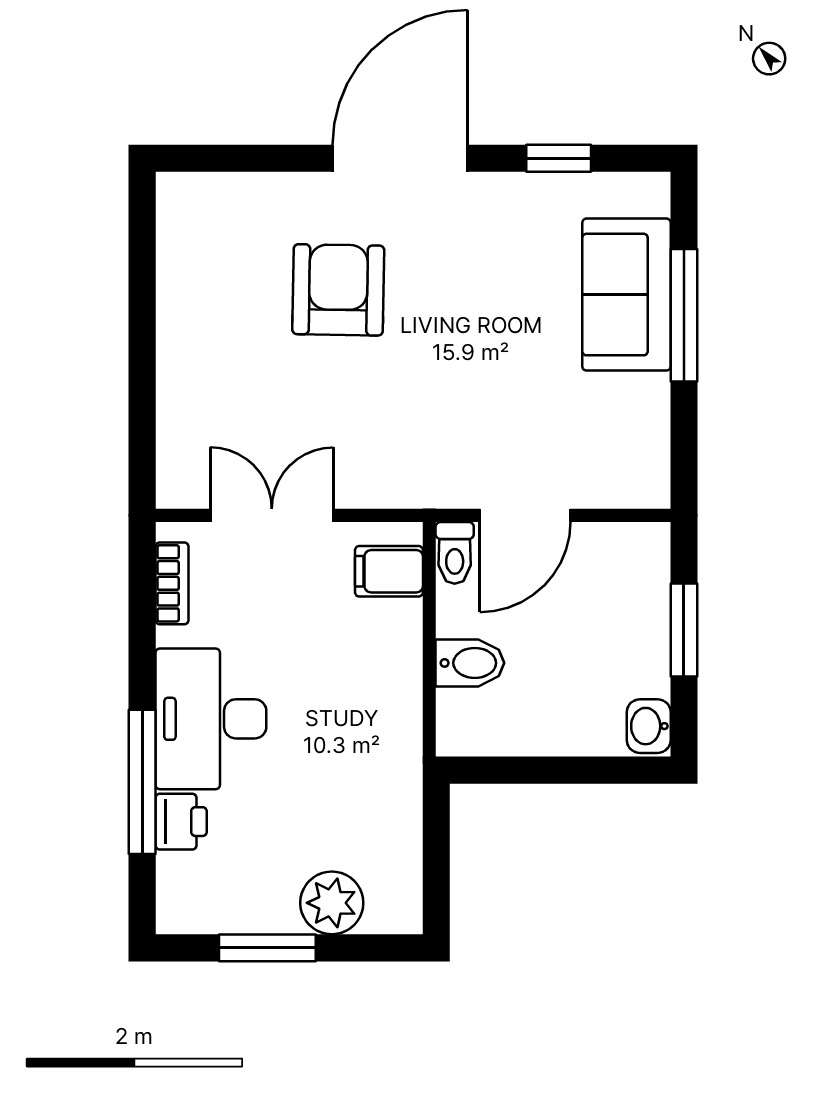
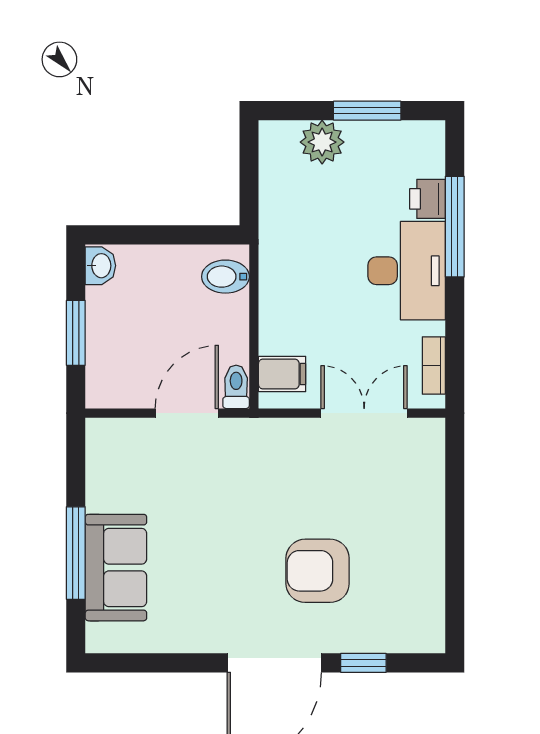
window: (559, 158) -> (363, 663), moved
armchair: (338, 290) -> (318, 571), turned 89
double door: (272, 515) -> (364, 413), swing flipped
bidet: (470, 663) -> (225, 277), moved

